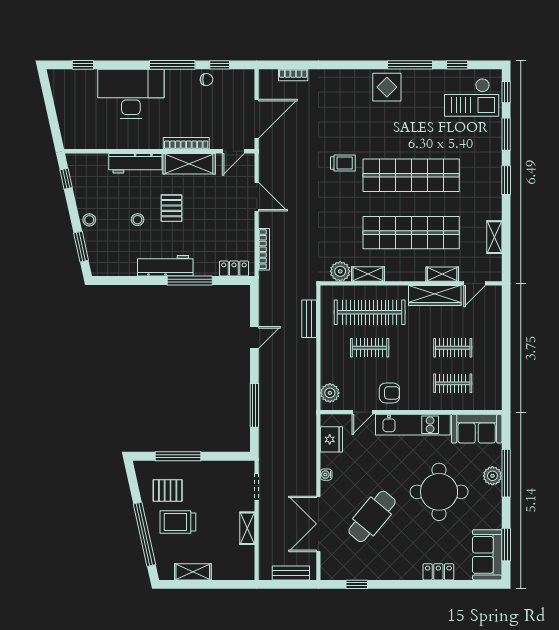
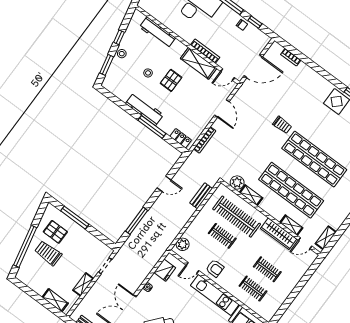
workbench: (135, 163) -> (157, 32), moved
window: (66, 179) -> (119, 37), moved
shelving: (494, 237) -> (326, 238), moved
shelving: (193, 572) -> (55, 300), moved

